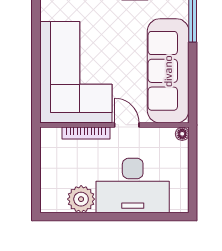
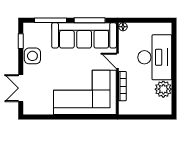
window: (193, 80) -> (90, 20), added
door: (127, 125) -> (117, 61), hinge flipped

